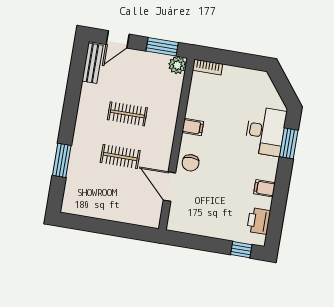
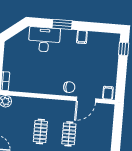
filing cabinet: (193, 127) -> (108, 93), moved
window: (289, 143) -> (62, 24), moved
printer: (259, 221) -> (104, 39), removed

